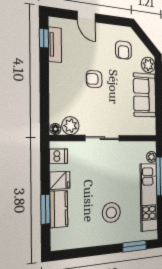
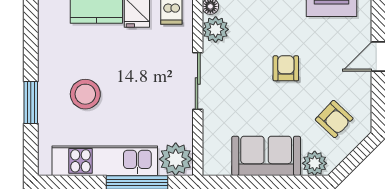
armchair: (124, 50) -> (334, 119), turned -137
plant: (151, 157) -> (176, 159), width x1.87, depth x1.87
window: (135, 246) -> (31, 102), moved

